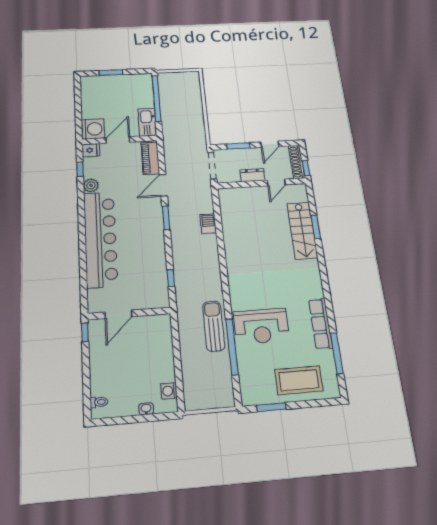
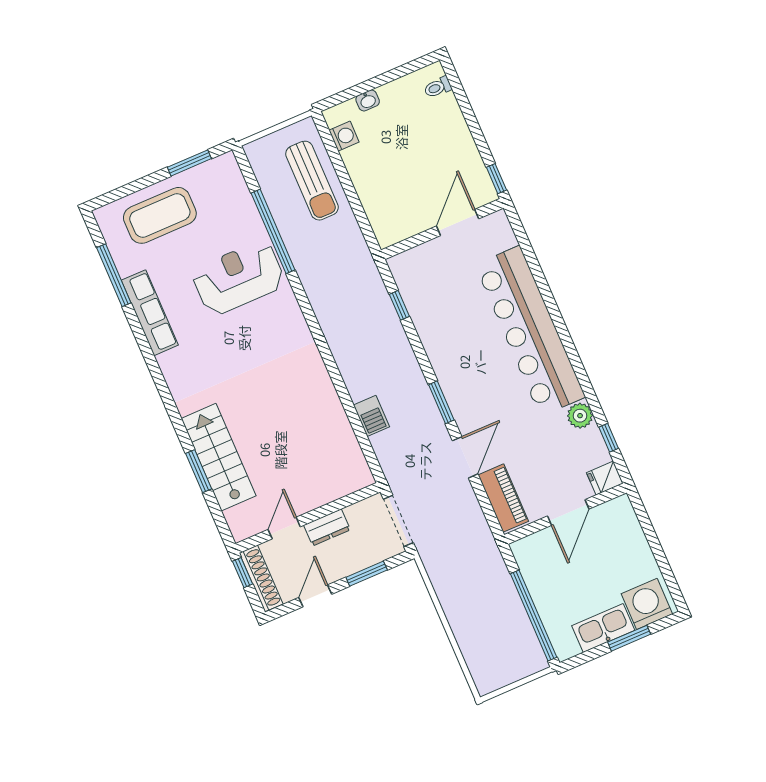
kitchen sink: (147, 122) -> (603, 628), moved, turned -90
washing machine: (93, 129) -> (647, 604), moved, turned 90
sun lounger: (214, 326) -> (312, 181), moved

